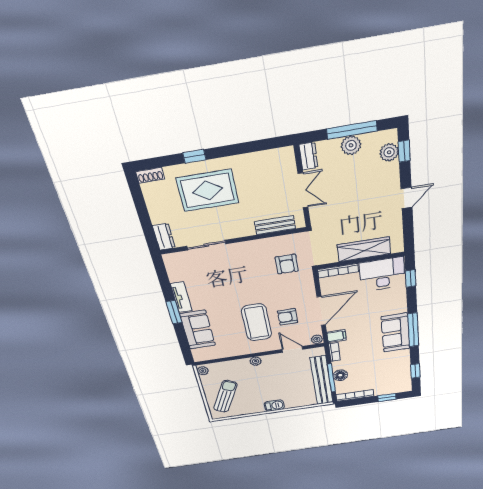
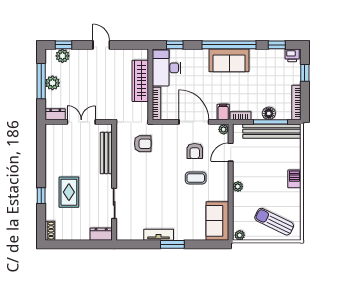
rug: (208, 190) -> (69, 192), width x0.73, depth x0.70
bench: (275, 225) -> (106, 153), width x1.36
coffee table: (257, 322) -> (196, 178), width x0.54, depth x0.58
sofa: (198, 330) -> (217, 221), moved, turned -90
window: (413, 330) -> (229, 45), width x1.46
printer: (405, 385) -> (292, 55), added

